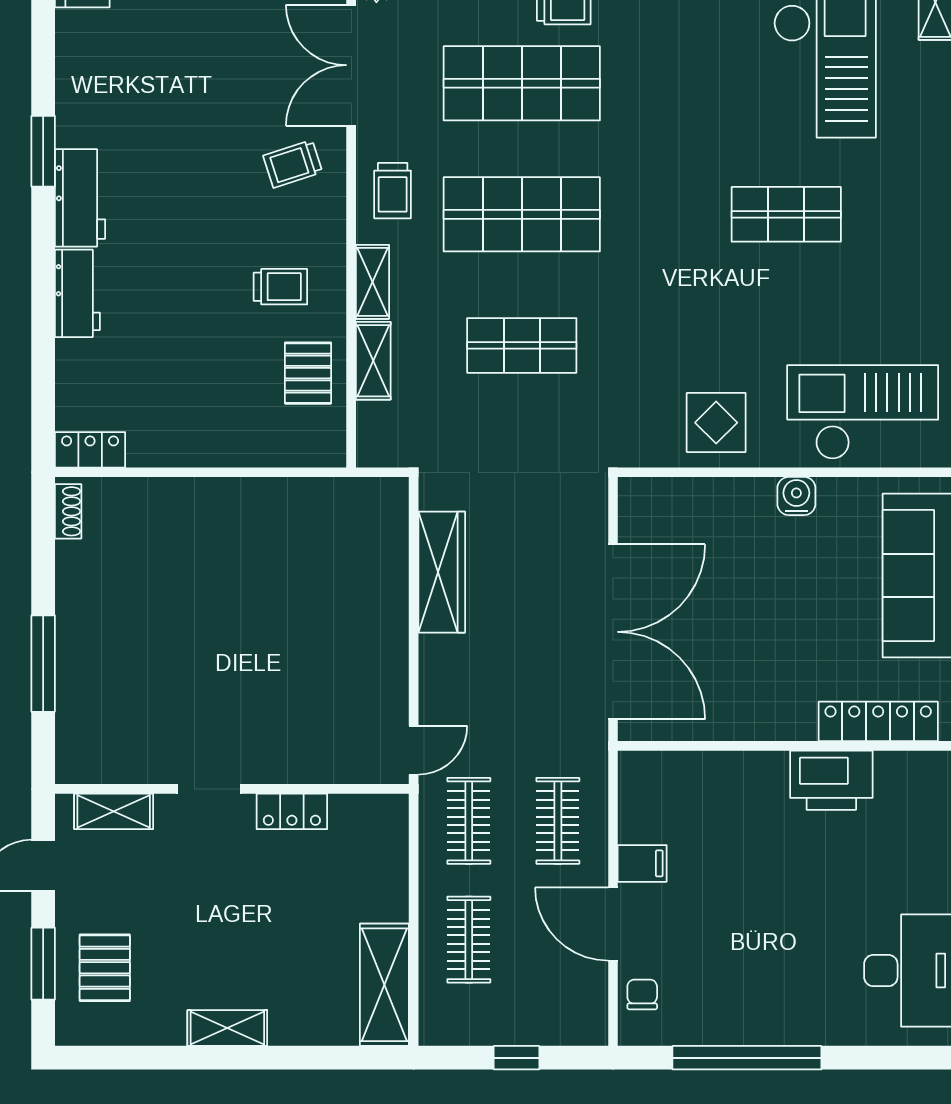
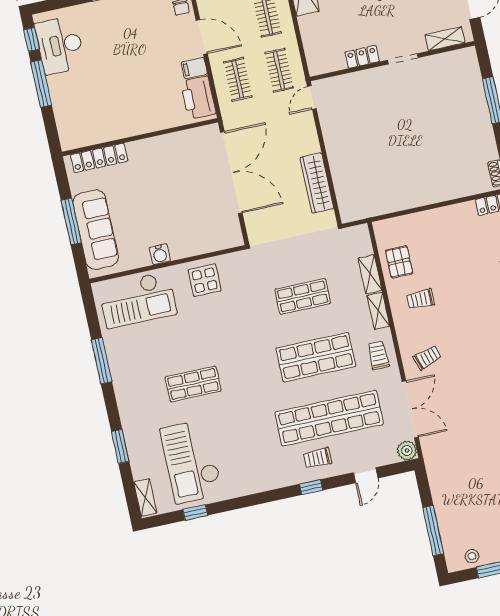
shop shelf: (522, 83) -> (329, 418), width x1.40
double door: (613, 632) -> (231, 173), swing flipped
printer: (831, 780) -> (198, 98), moved, turned -90

